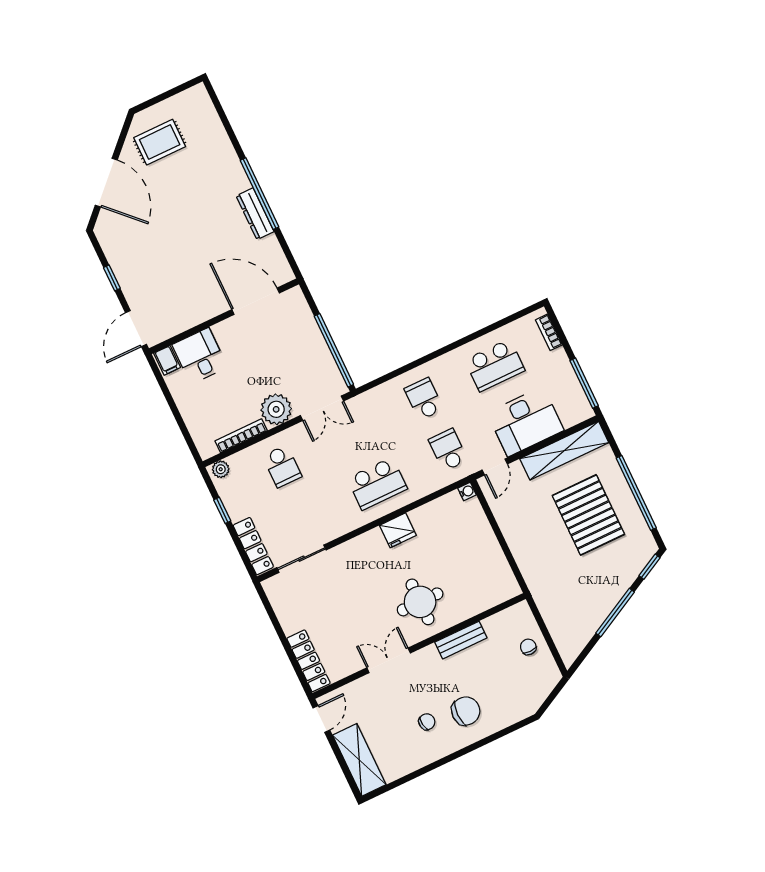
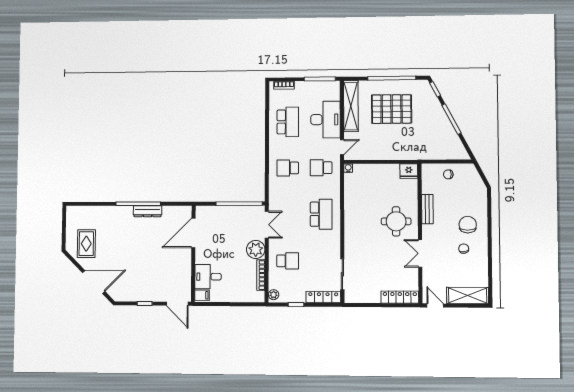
door: (495, 467) -> (342, 147), hinge flipped
fridge: (398, 530) -> (409, 171), moved, turned 90

